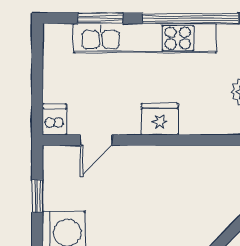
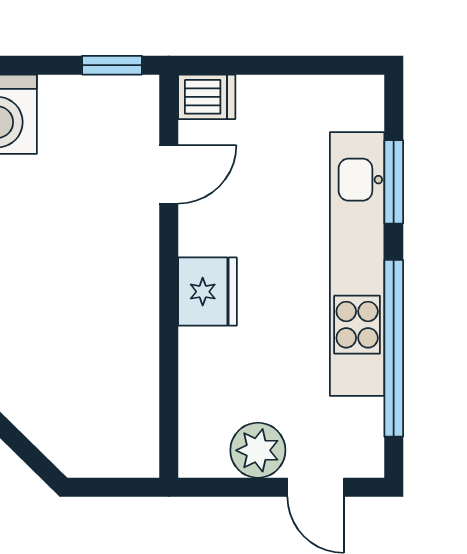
door: (96, 140) -> (169, 174), swing flipped
window: (37, 196) -> (112, 65), moved

